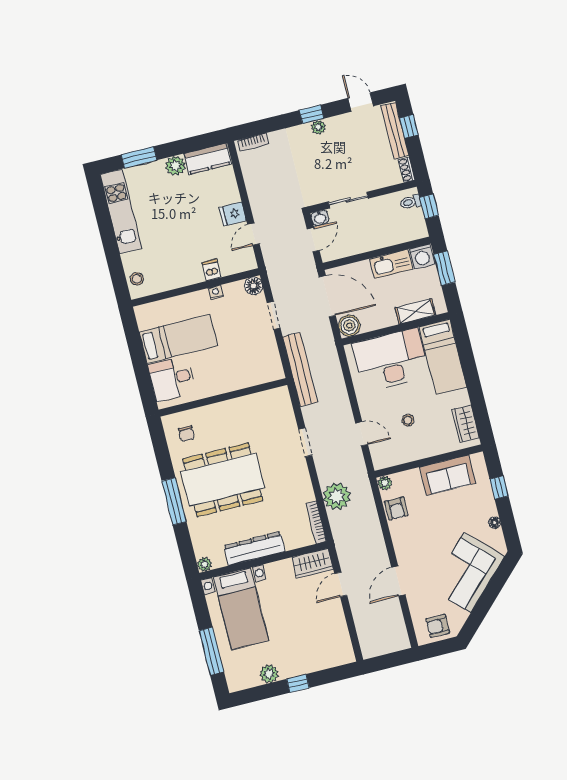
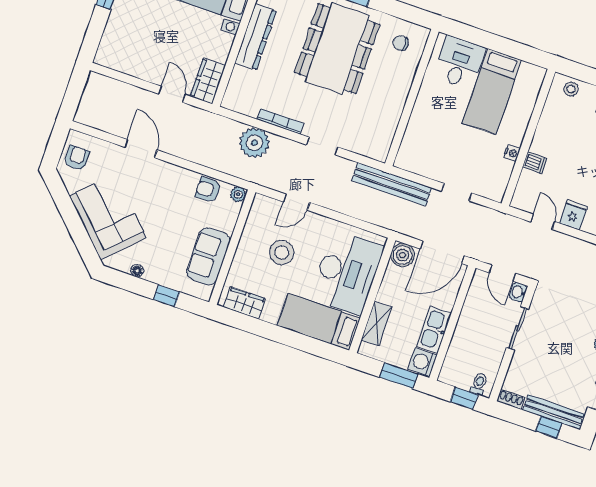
floor lamp: (253, 286) -> (496, 191), removed
stool: (408, 420) -> (282, 252), width x1.89, depth x1.89
bookcase: (316, 522) -> (280, 121), moved

